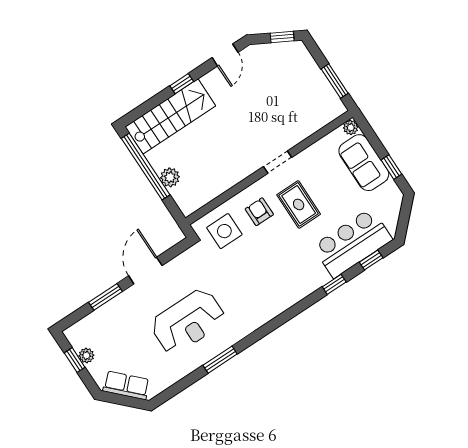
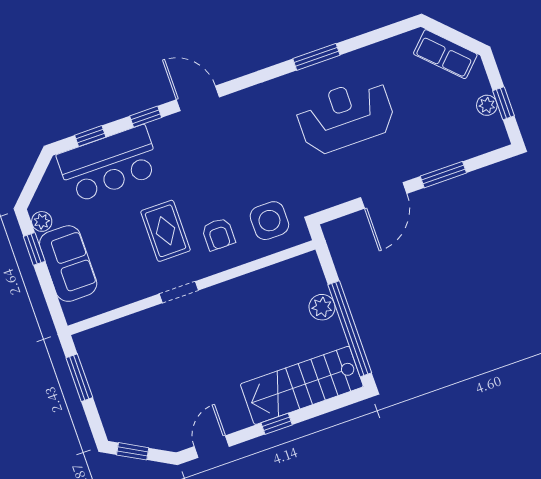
plant: (351, 127) -> (42, 221), moved
door: (299, 307) -> (198, 98), added

